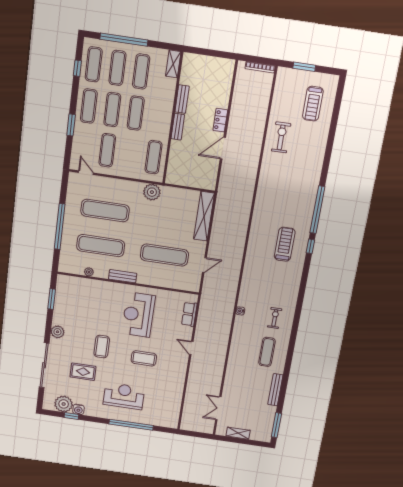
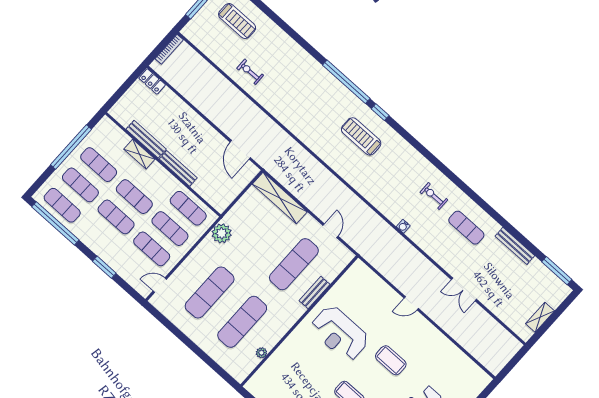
window: (124, 40) -> (71, 147), moved
shelving: (173, 64) -> (139, 154), moved
window: (77, 68) -> (55, 223), width x3.17
bench: (182, 99) -> (146, 139), width x1.36
exercise mat: (89, 106) -> (170, 229), moved
locker: (220, 120) -> (152, 81), moved
bench: (178, 127) -> (178, 168), width x1.36
exercise bike: (281, 137) -> (250, 72), width x0.73, depth x0.72
door: (223, 148) -> (240, 150), moved
window: (60, 227) -> (196, 349), removed
bench: (123, 276) -> (315, 292), moved
row of seats: (189, 314) -> (373, 281), removed
coffee table: (144, 358) -> (391, 360), turned 90
double door: (218, 408) -> (464, 289), moved

